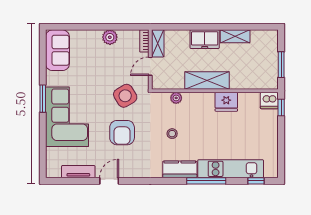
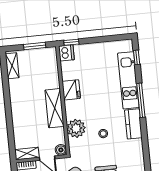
shelving: (235, 36) -> (12, 66), moved
freezer: (205, 39) -> (19, 114), removed
boiler: (158, 83) -> (61, 150), added
plant: (176, 98) -> (76, 128), width x1.88, depth x1.88

